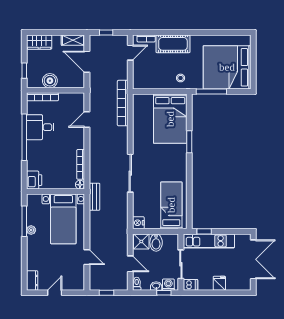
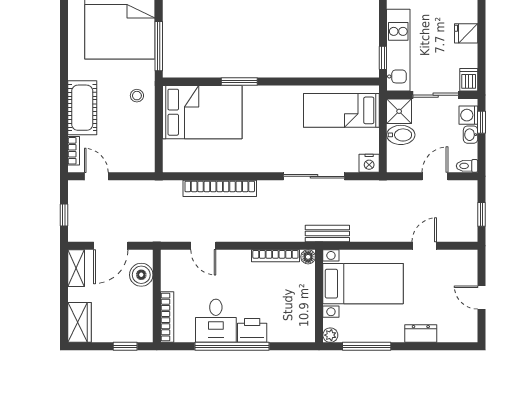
boiler: (50, 81) -> (141, 275), moved
bookcase: (123, 103) -> (220, 188), moved
sliding door: (130, 173) -> (314, 176), moved
printer: (34, 180) -> (252, 330), moved
plant: (31, 230) -> (330, 335), moved
shower: (141, 241) -> (399, 111), moved
dresser: (32, 281) -> (421, 334), moved

